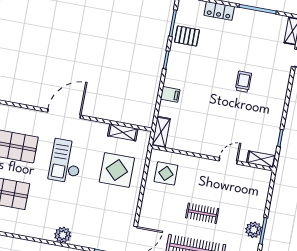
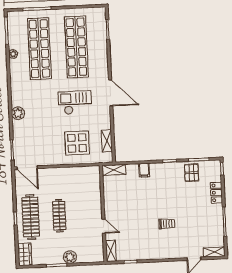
display table: (166, 173) -> (83, 181), removed
clothes rail: (202, 213) -> (59, 216), width x1.36
plant: (254, 230) -> (70, 257), moved

